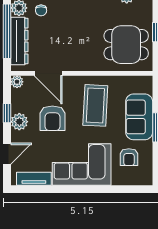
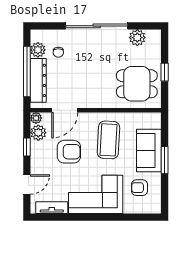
door: (48, 73) -> (65, 110), hinge flipped
armchair: (52, 118) -> (69, 152), turned -90
plant: (19, 122) -> (38, 133), moved
armchair: (129, 157) -> (139, 188), turned 90

